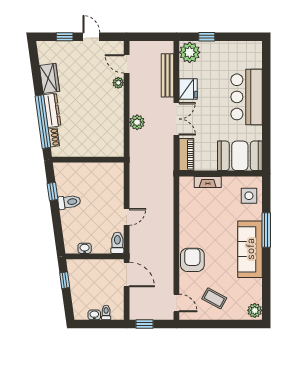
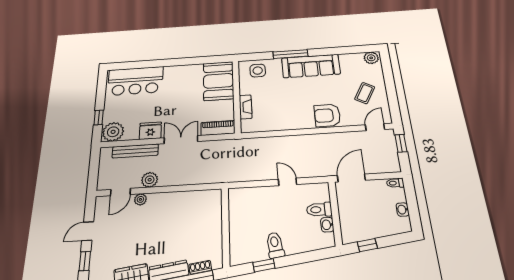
bar counter: (247, 97) -> (135, 81), moved
plant: (137, 122) -> (150, 180), moved
toilet: (117, 243) -> (319, 210), moved
toilet: (106, 312) -> (395, 183), moved
window: (145, 324) -> (401, 143), moved

